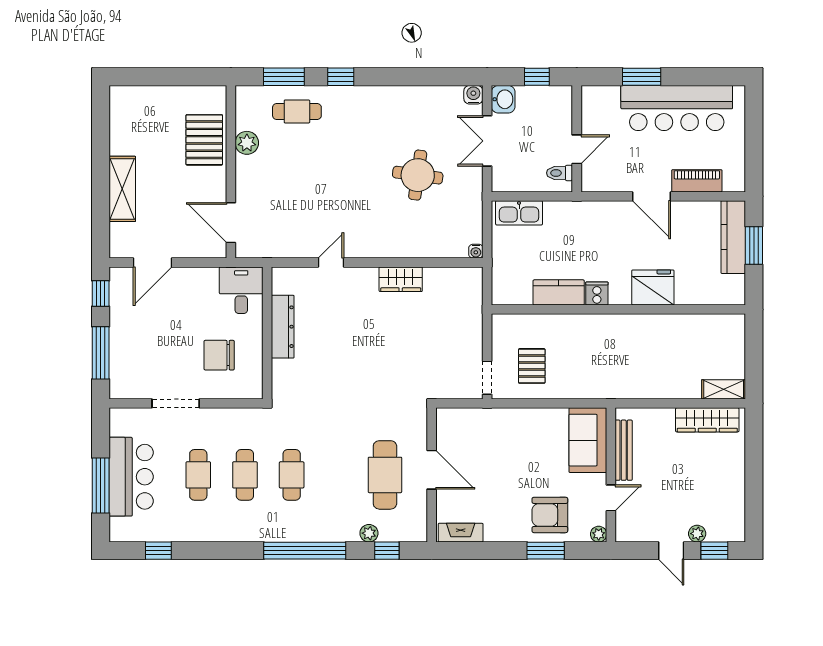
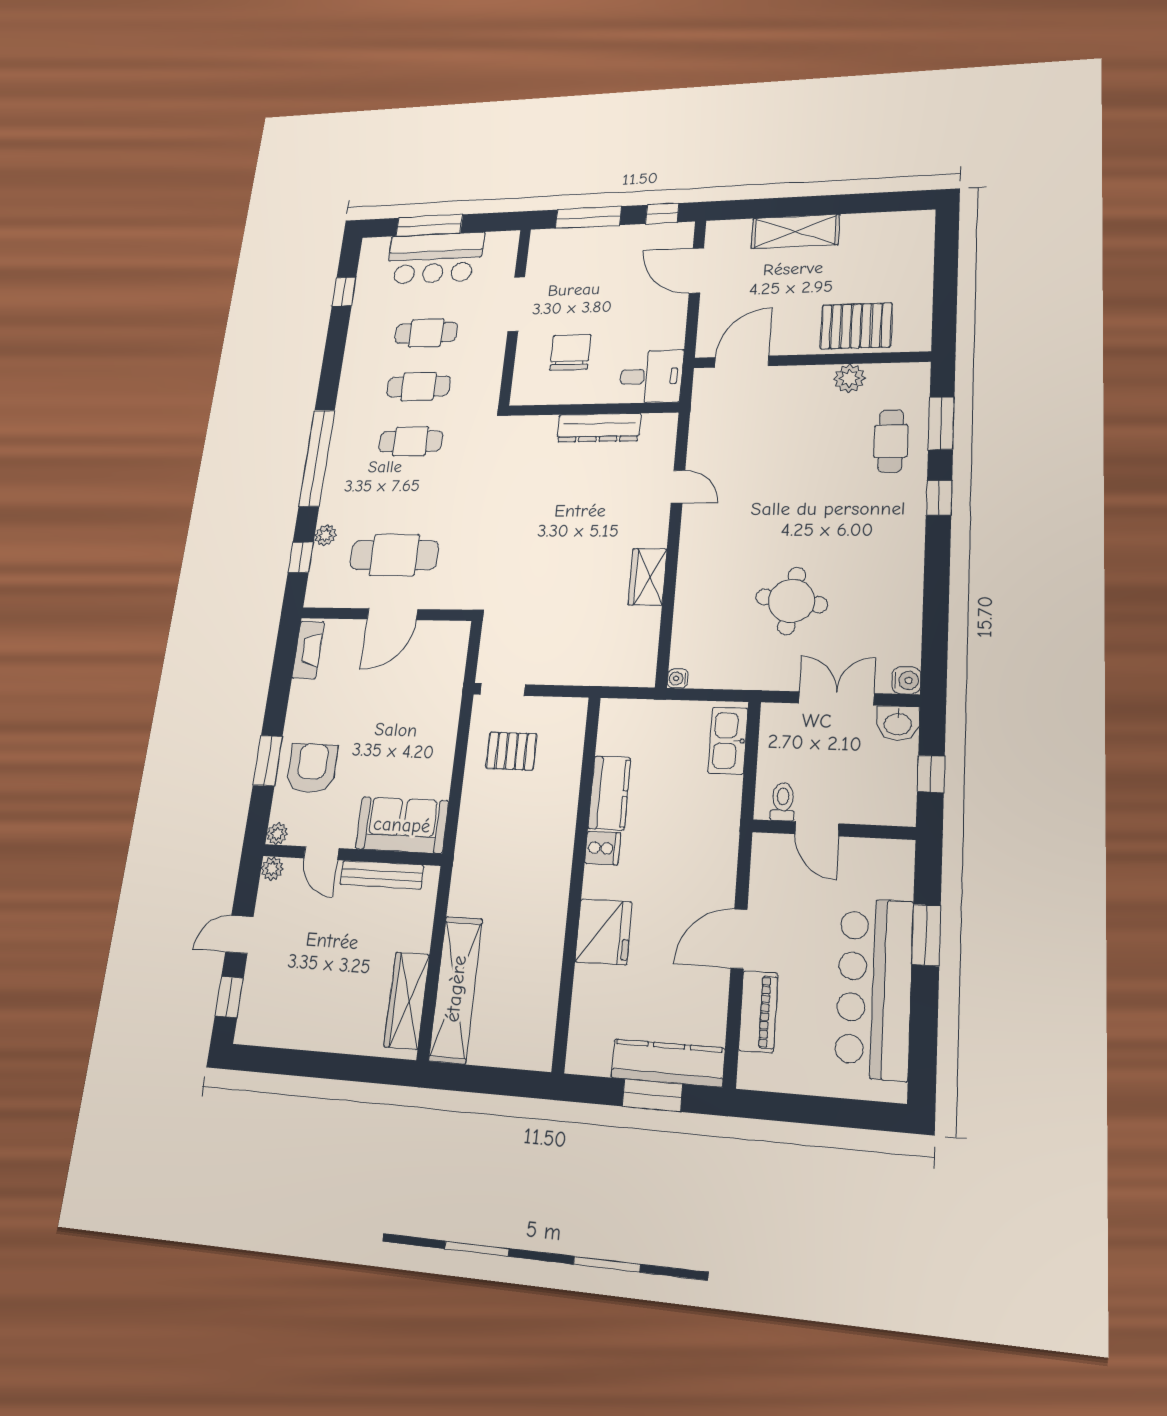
shelving: (724, 389) -> (456, 989), width x2.20, depth x1.33
plant: (697, 534) -> (272, 869), moved

